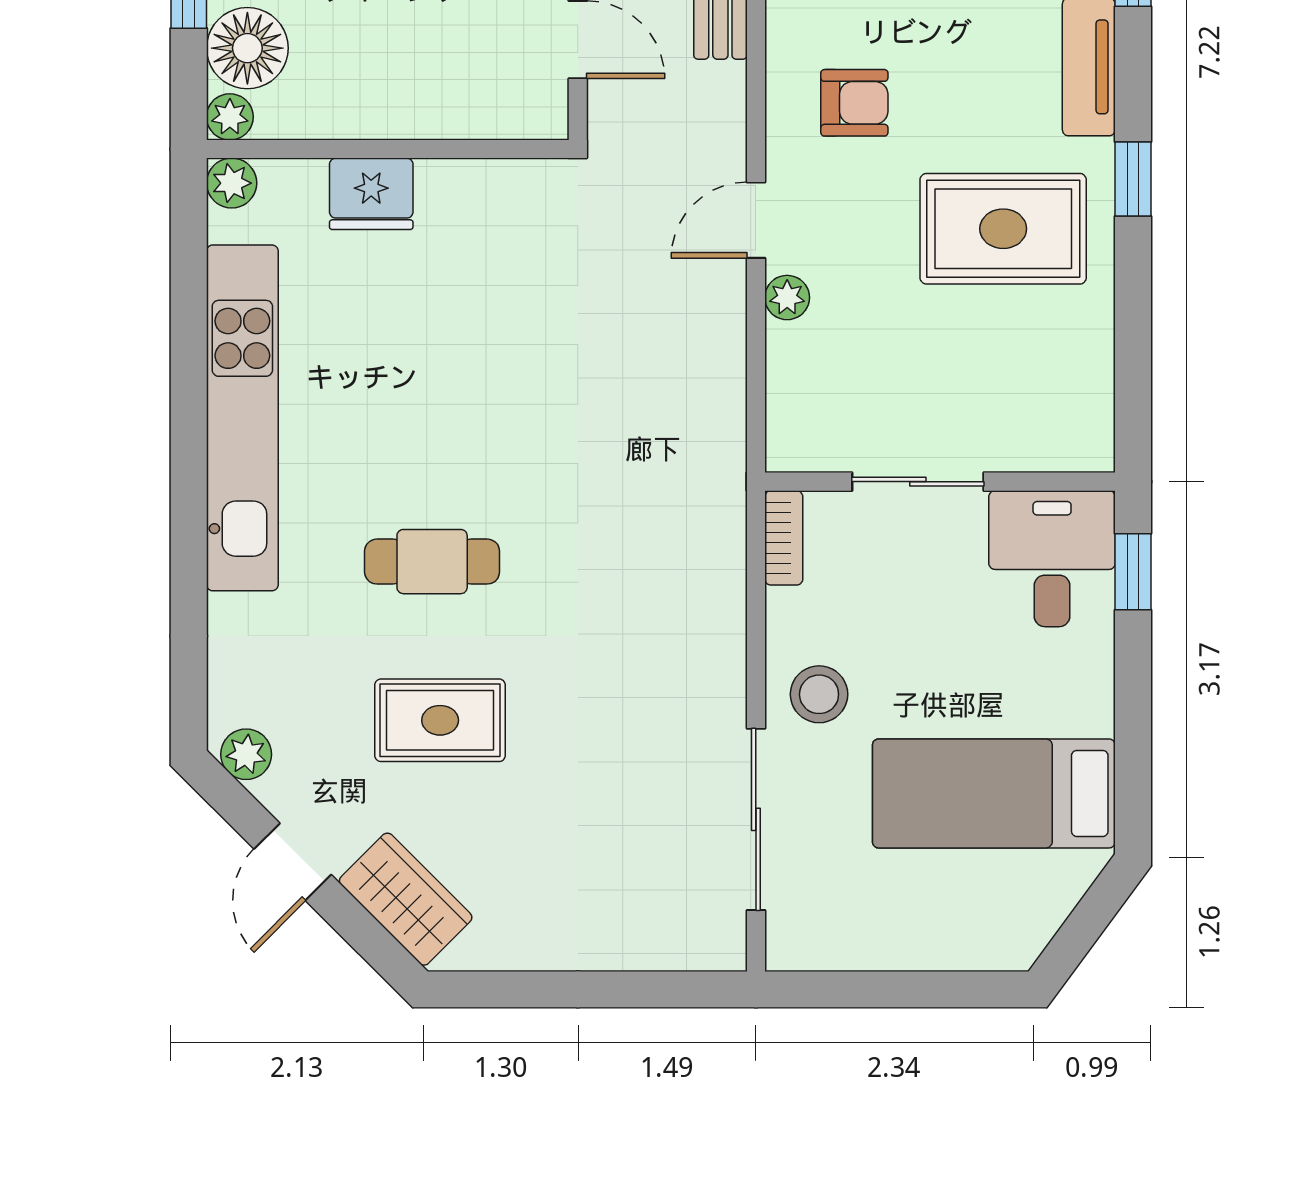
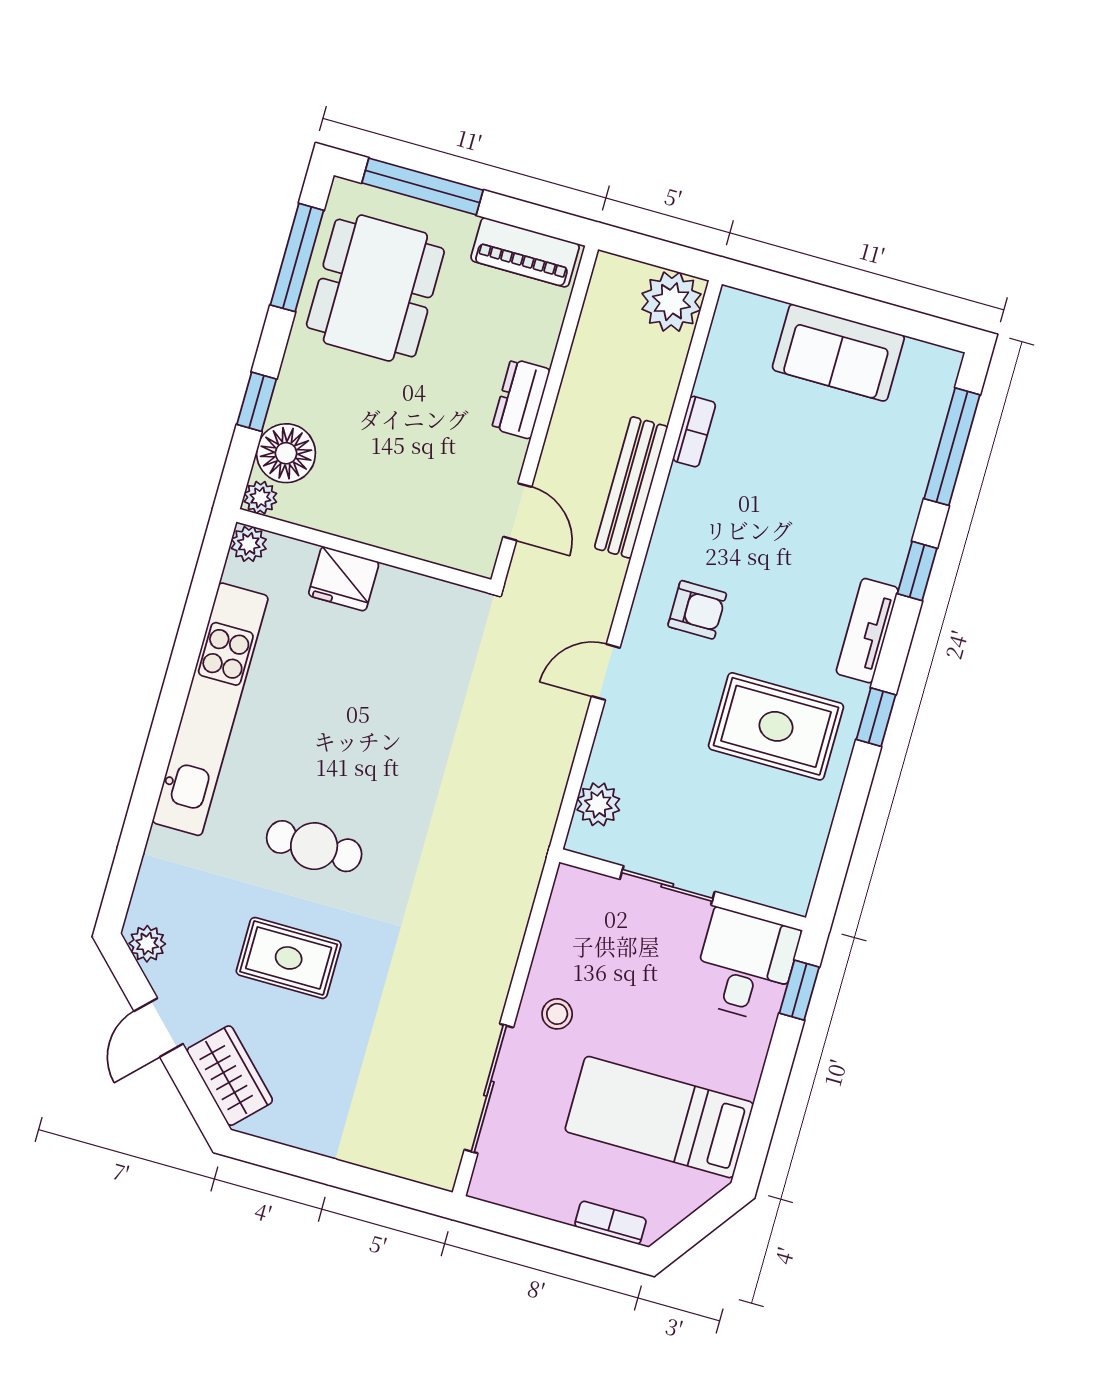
plant: (787, 298) -> (598, 804), moved, width x1.38, depth x1.38
bookcase: (784, 538) -> (610, 1223), moved, turned -90
stool: (819, 694) -> (557, 1014), width x0.73, depth x0.73

